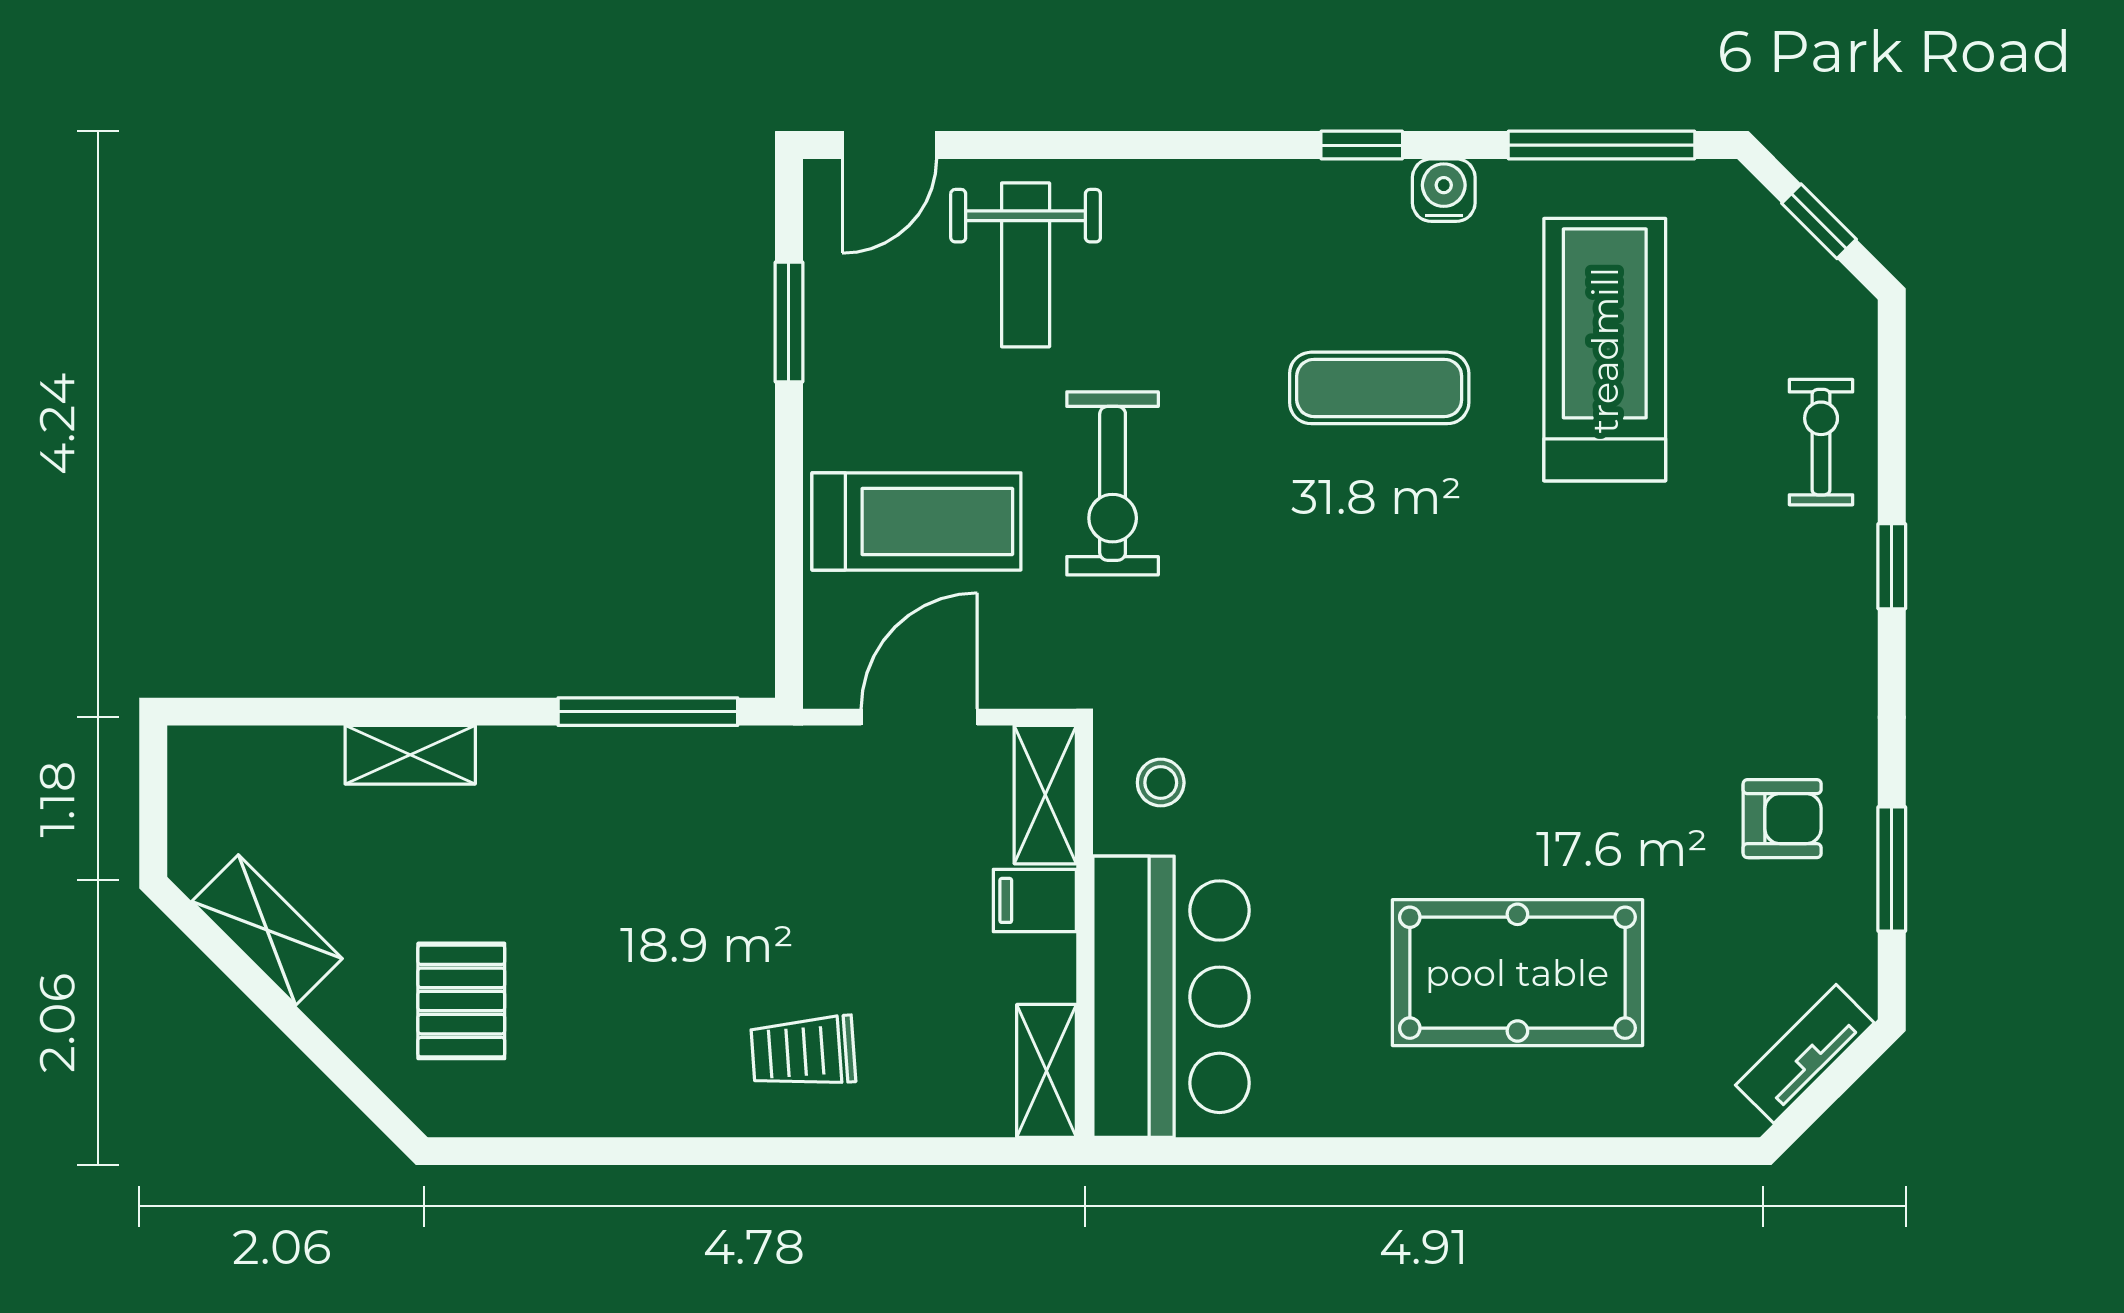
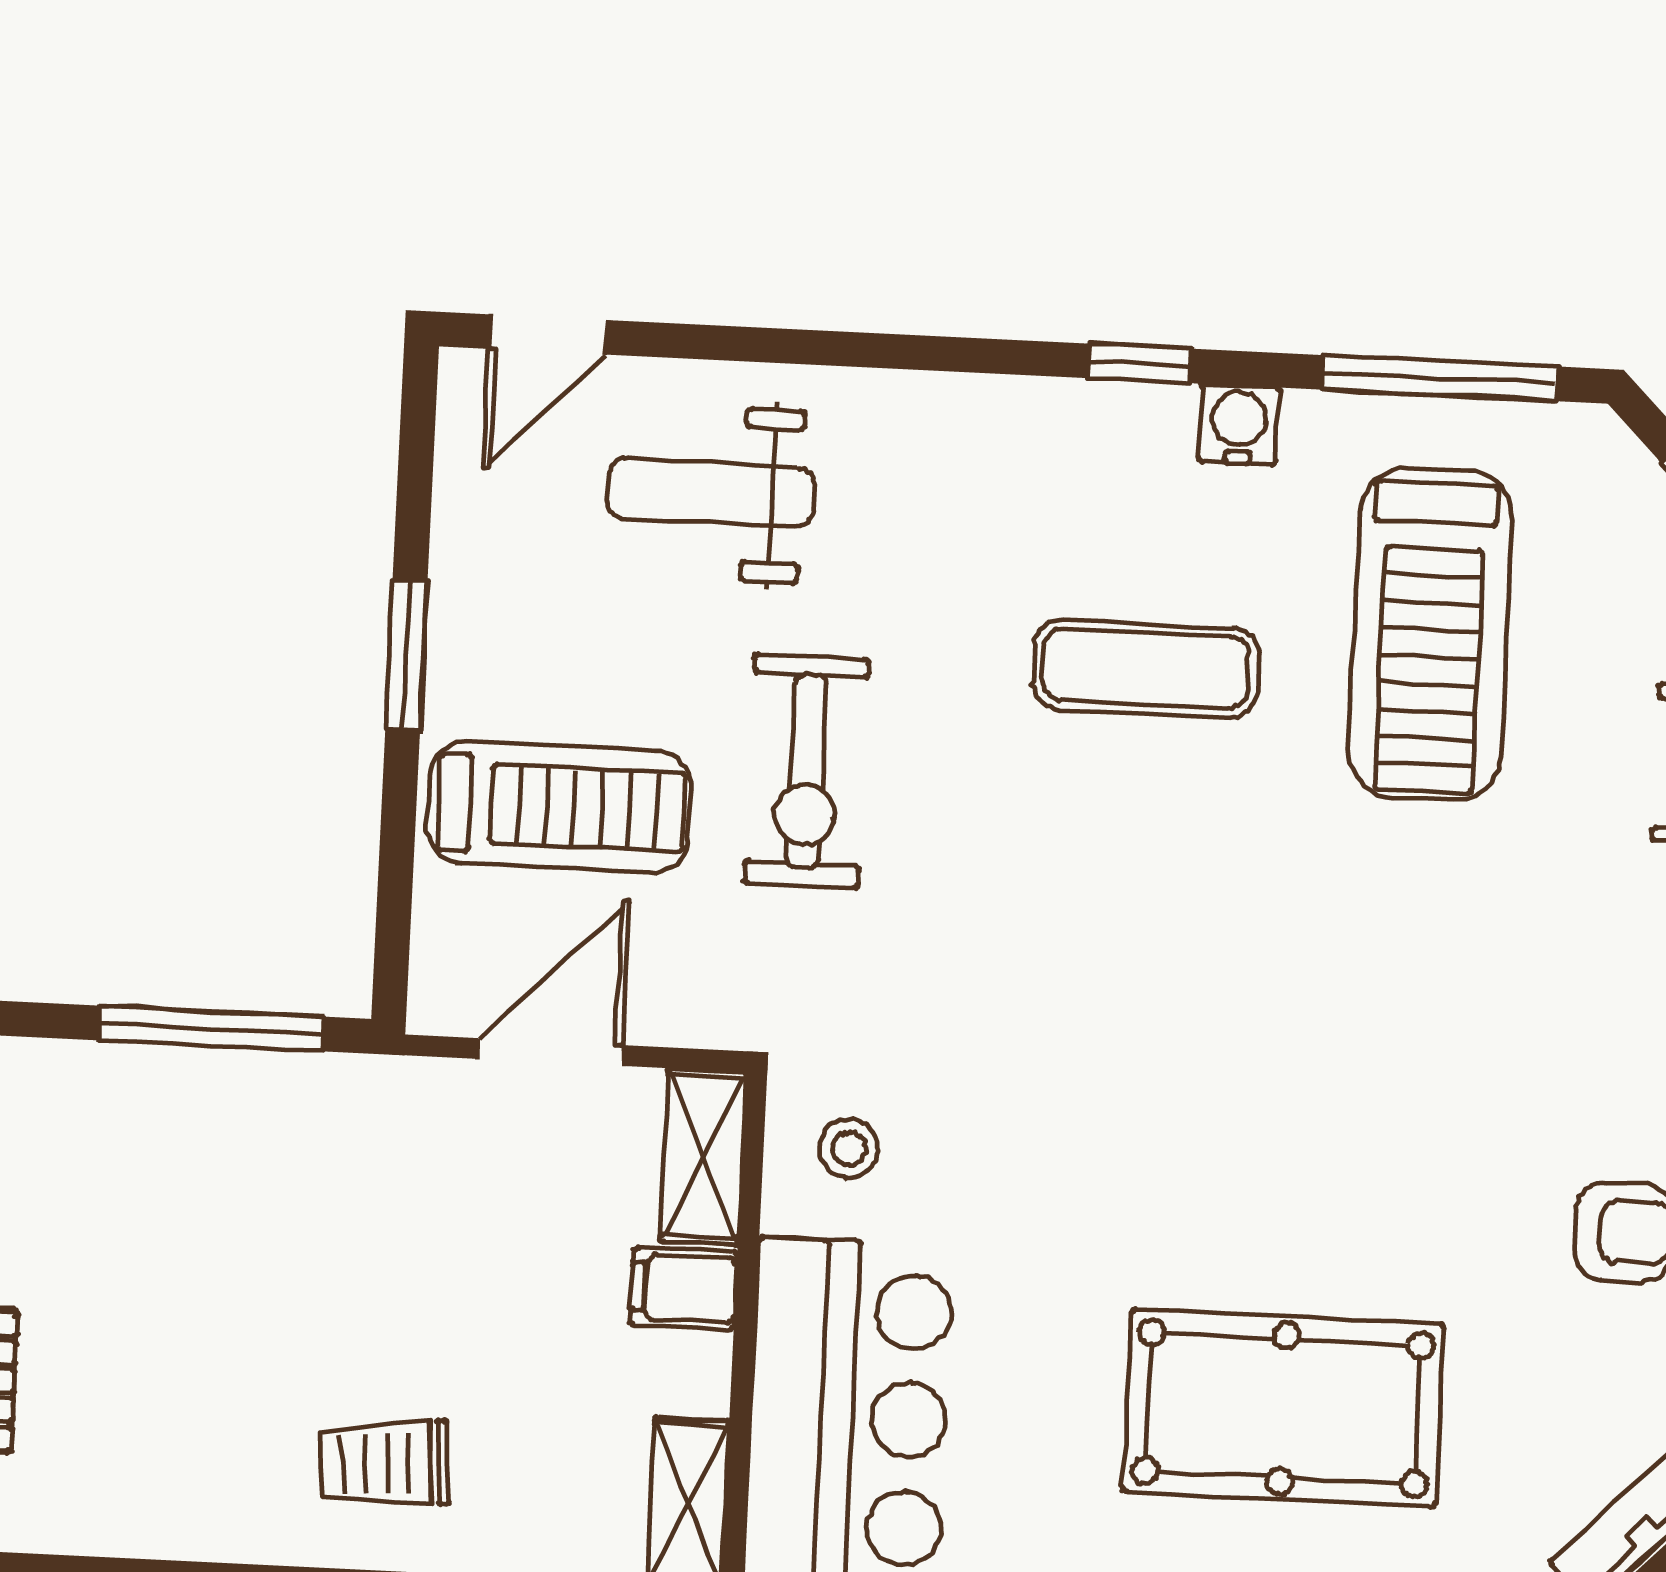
weight bench: (1026, 265) -> (711, 493), turned 90
window: (789, 322) -> (406, 656), moved
treadmill: (1605, 350) -> (1430, 634), turned 180

